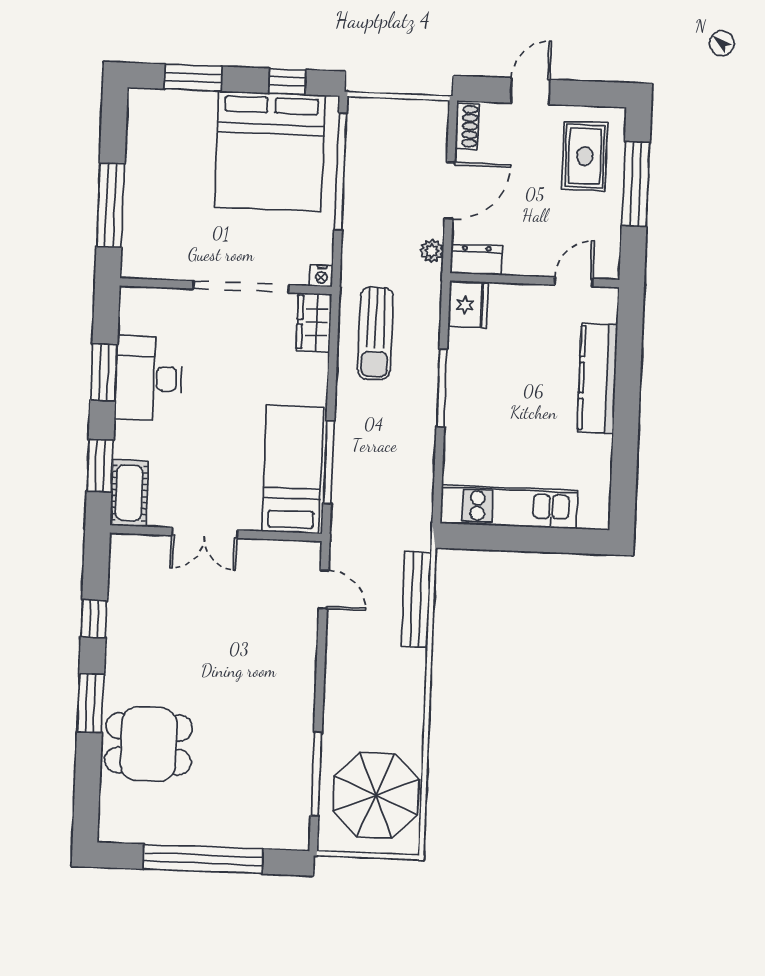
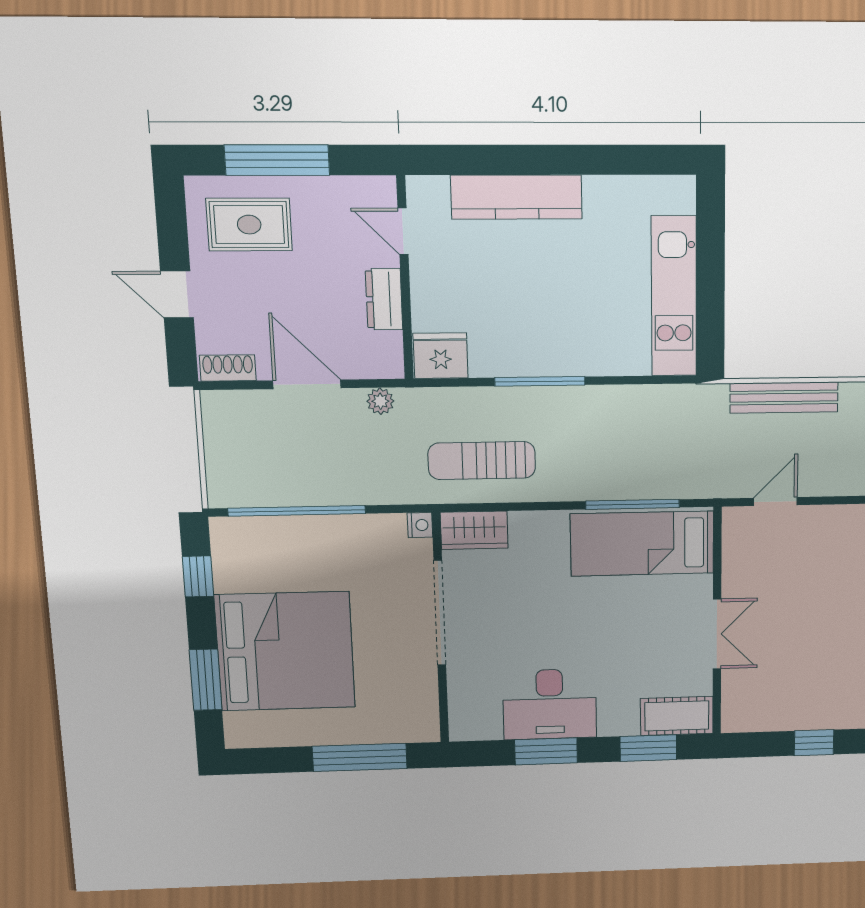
bed: (270, 151) -> (285, 651), moved
dresser: (476, 260) -> (384, 299), moved
sun lounger: (375, 333) -> (482, 461), turned 180

